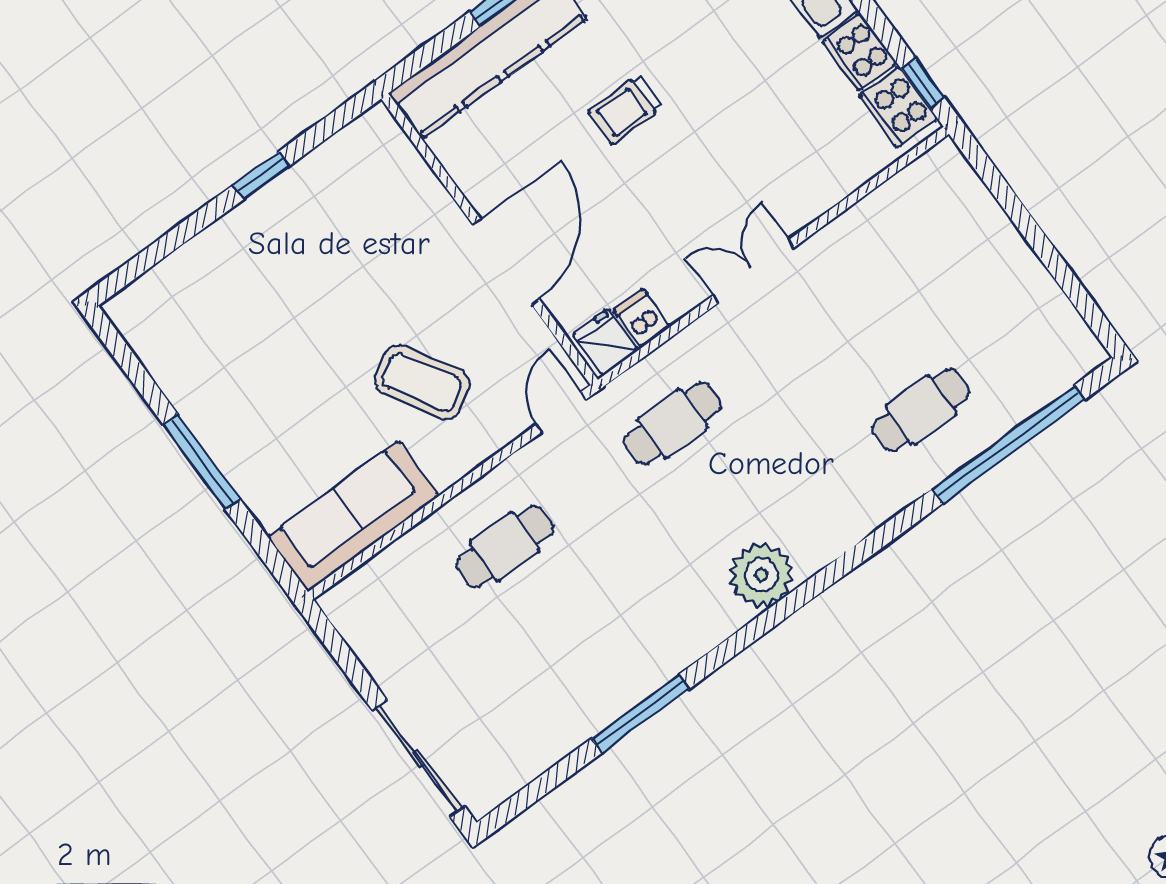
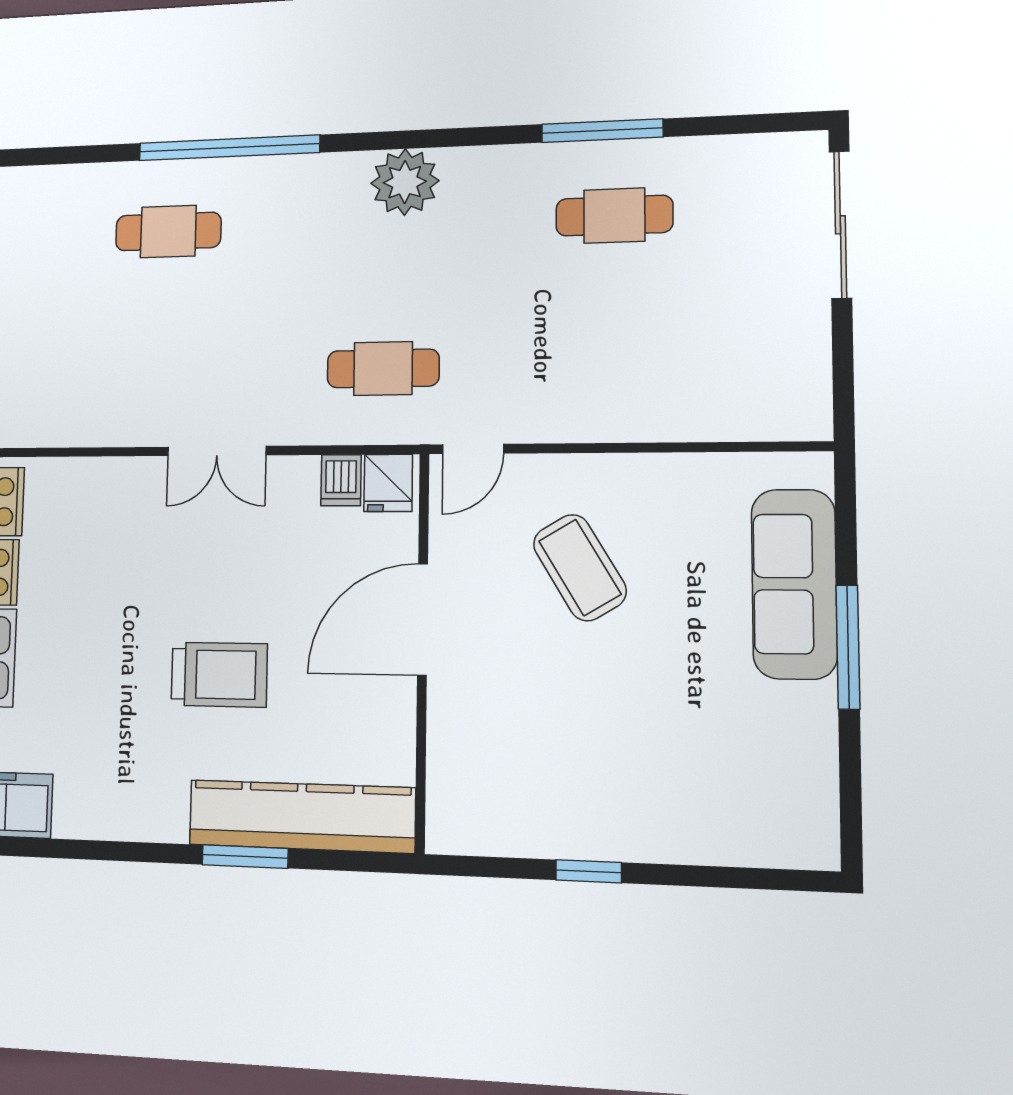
trolley: (625, 110) -> (219, 675), width x1.36, depth x1.39
window: (1008, 444) -> (229, 148), moved
sofa: (353, 516) -> (794, 584), moved, turned 90
cafe table: (505, 547) -> (614, 216), moved

